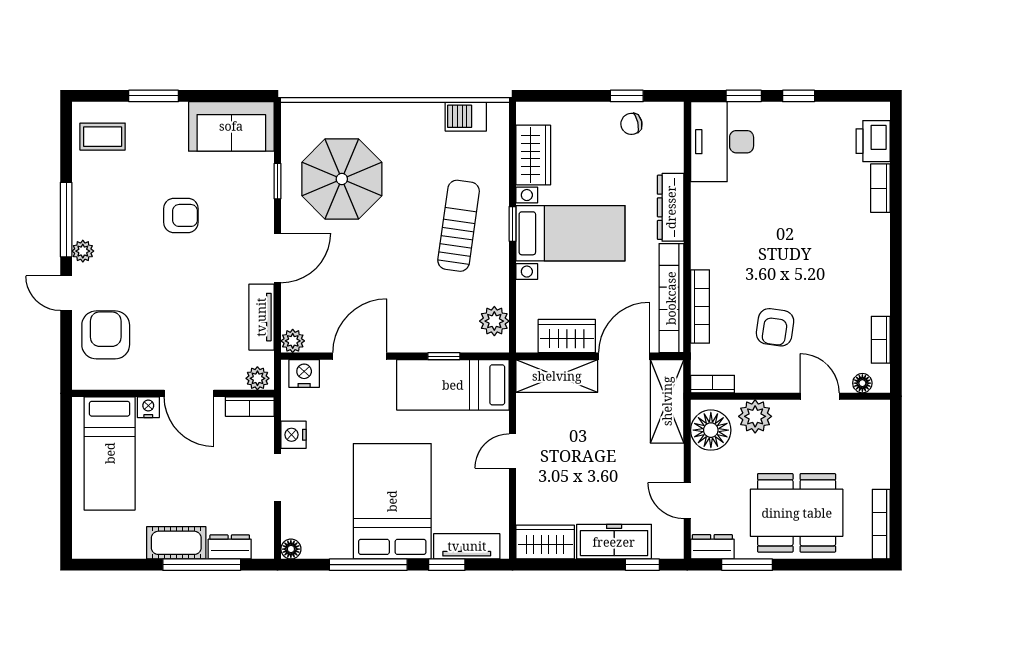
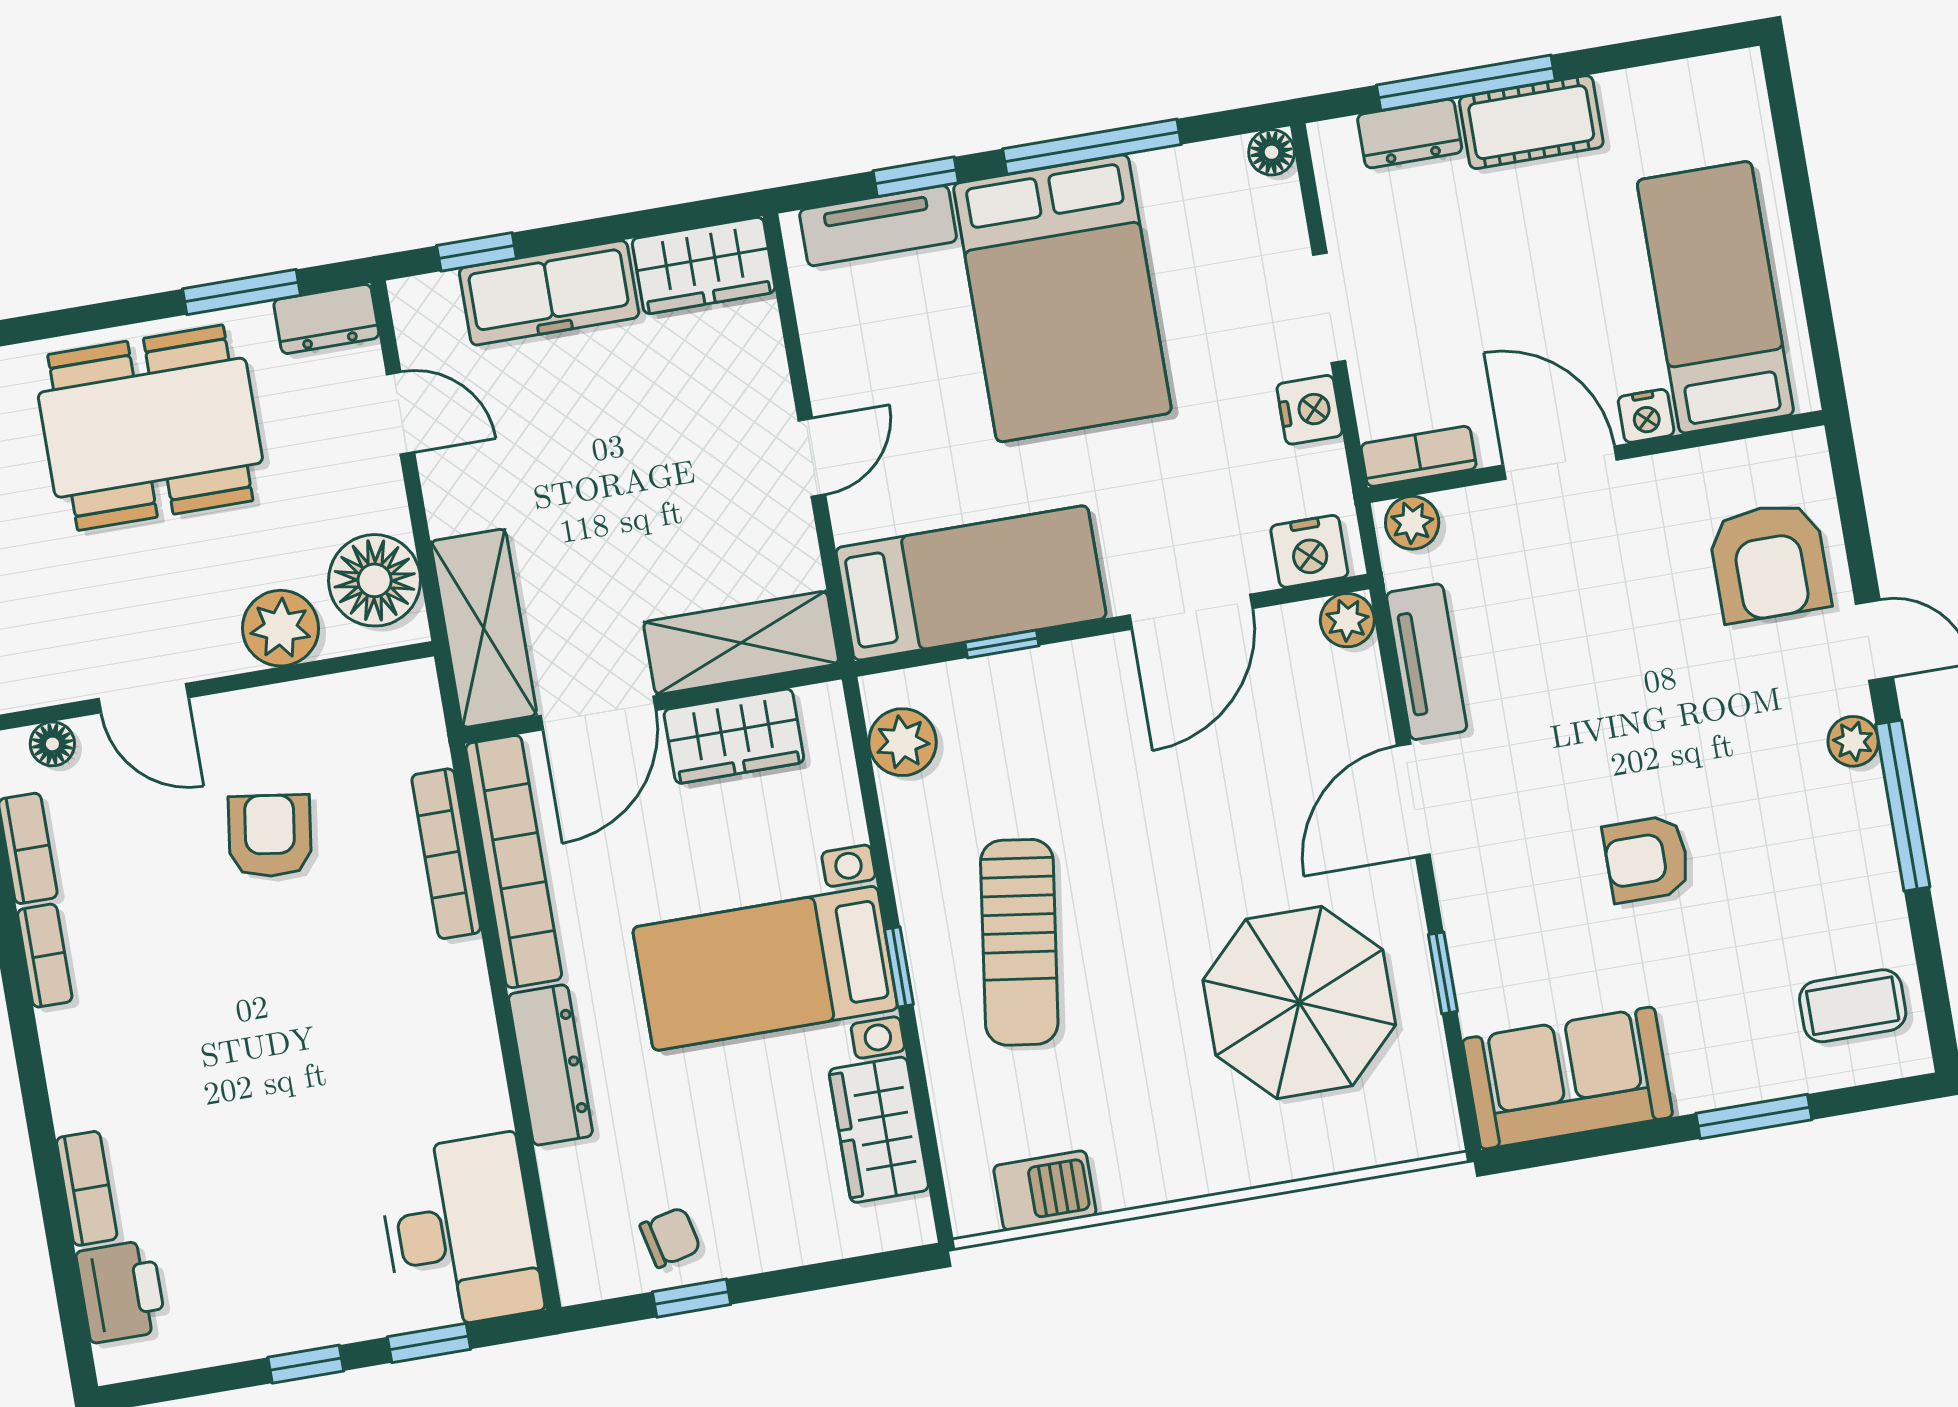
bookcase: (713, 384) -> (45, 956), moved, turned -90

